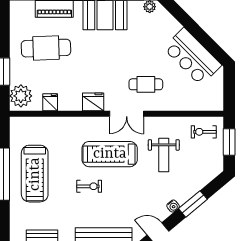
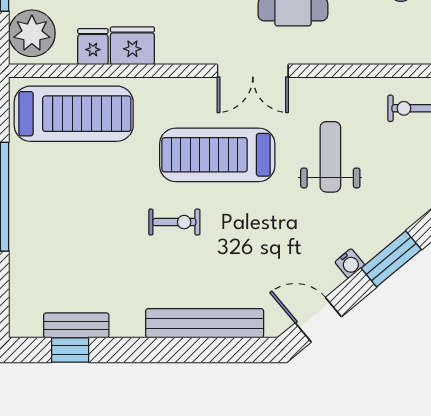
fridge: (93, 102) -> (132, 46), moved
weight bench: (164, 155) -> (330, 157), turned 180
treadmill: (35, 174) -> (74, 114), moved, turned -90

